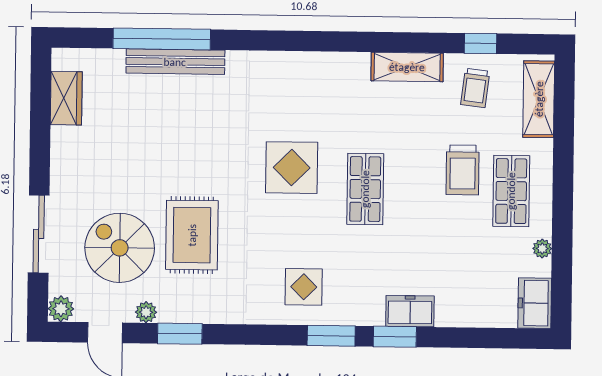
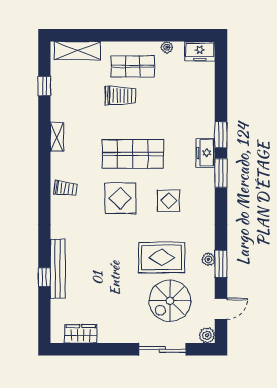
window: (162, 39) -> (44, 277), width x0.32
shelving: (407, 67) -> (57, 137), width x0.67, depth x0.75
trolley: (475, 88) -> (66, 188), moved
shop shelf: (365, 189) -> (133, 154), width x1.43, depth x1.36
display table: (304, 287) -> (169, 201), moved
freezer: (410, 311) -> (206, 153), moved
plant: (146, 312) -> (208, 259), moved

